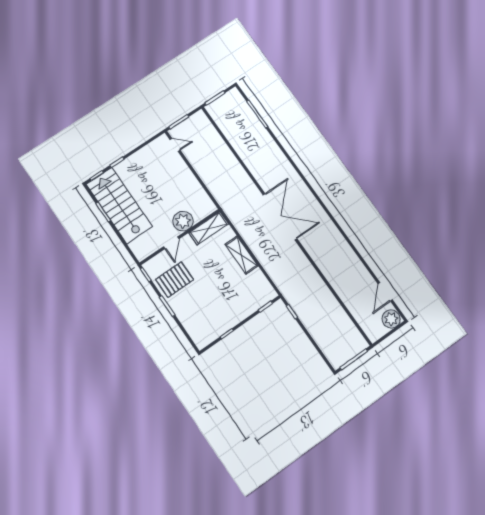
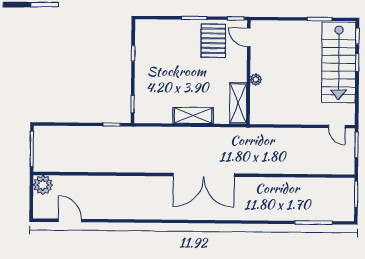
door: (175, 145) -> (337, 127), hinge flipped
stairs: (119, 205) -> (339, 62), moved, turned 90
plant: (183, 221) -> (256, 80), width x0.53, depth x0.53
door: (171, 243) -> (249, 37), moved
plant: (391, 319) -> (43, 185), moved

